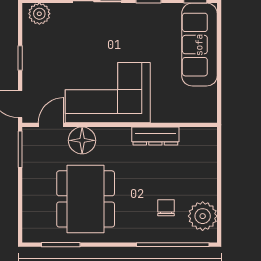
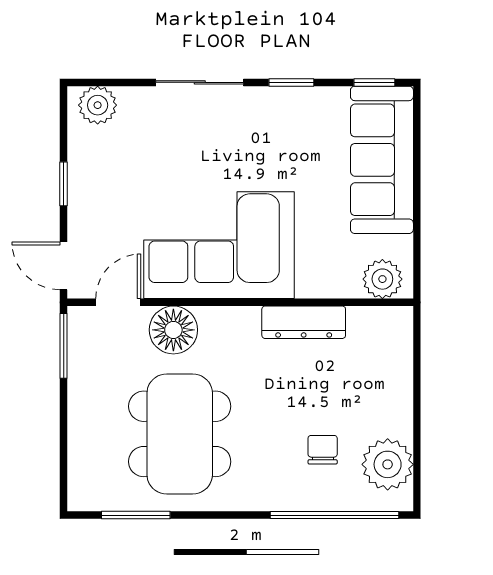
plant: (200, 112) -> (382, 279), added

